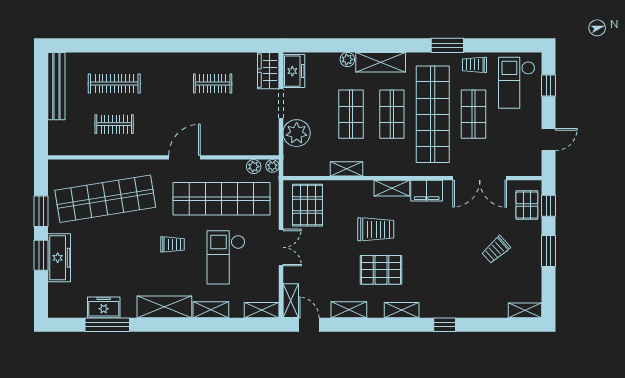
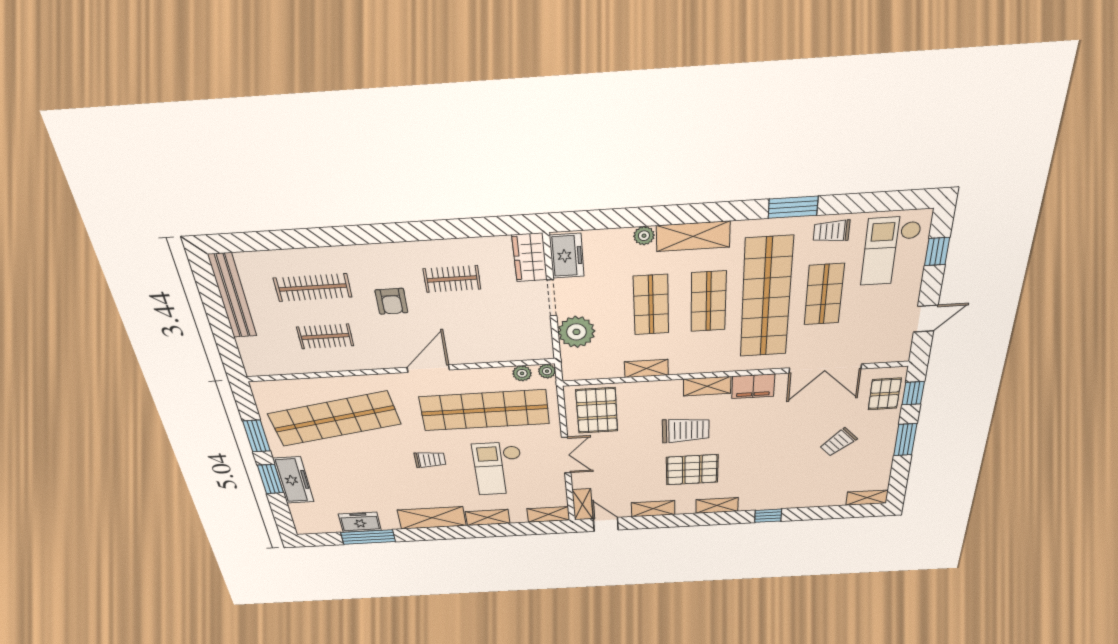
armchair: (167, 98) -> (392, 301), added

